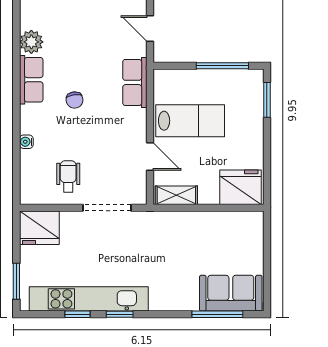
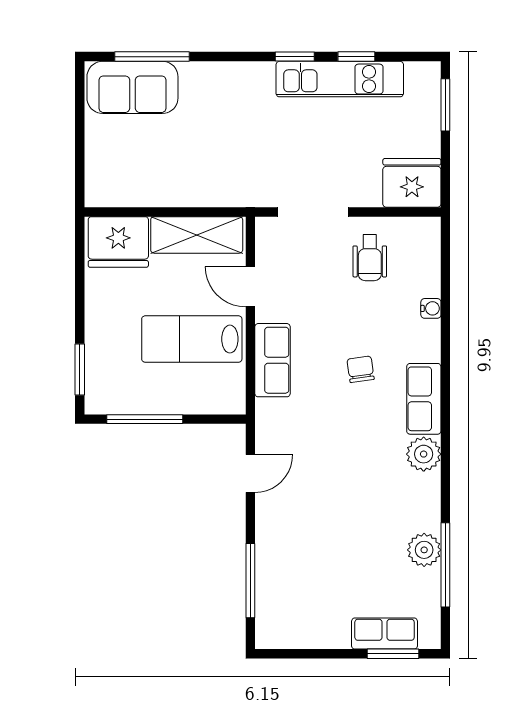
door: (150, 29) -> (250, 474), hinge flipped
row of seats: (135, 82) -> (273, 360), moved
shelving: (176, 195) -> (197, 235), width x1.50, depth x1.33
kitchen unit: (89, 299) -> (340, 79), width x0.73

